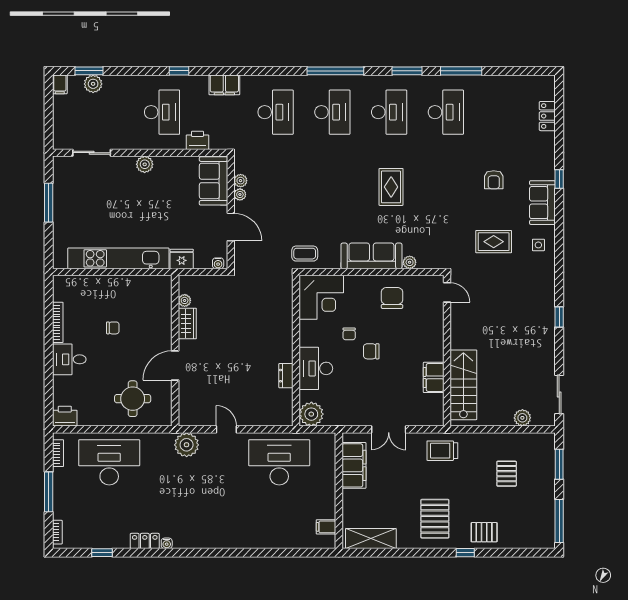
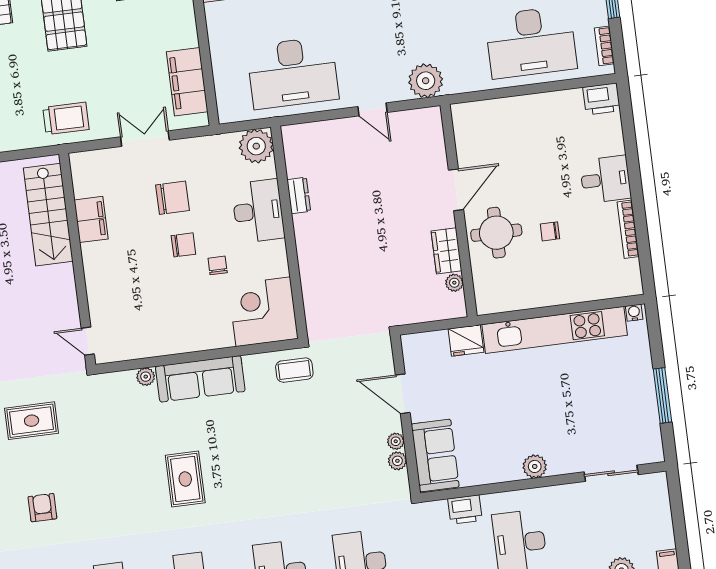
water cooler: (218, 263) -> (634, 313), moved
chair: (392, 298) -> (173, 198), moved, turned -90
round table: (133, 399) -> (496, 233), moved

